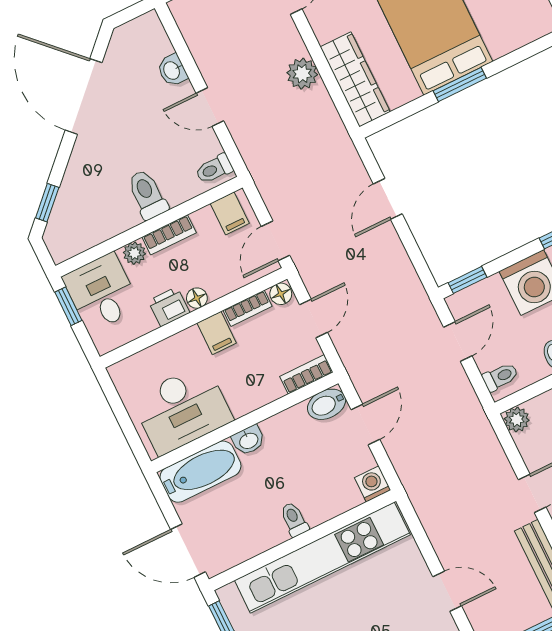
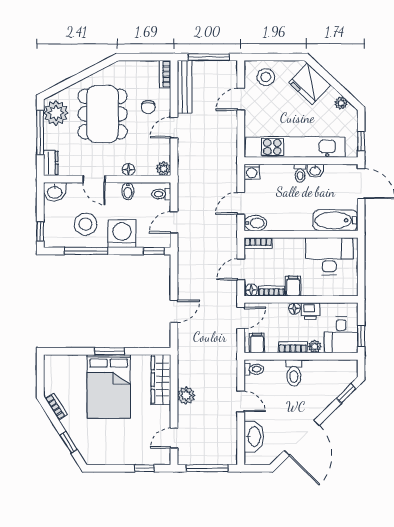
washbasin: (172, 70) -> (254, 437), width x1.91, depth x1.45
washbasin: (248, 440) -> (315, 171), moved, turned 180
door: (447, 591) -> (241, 99), hinge flipped

